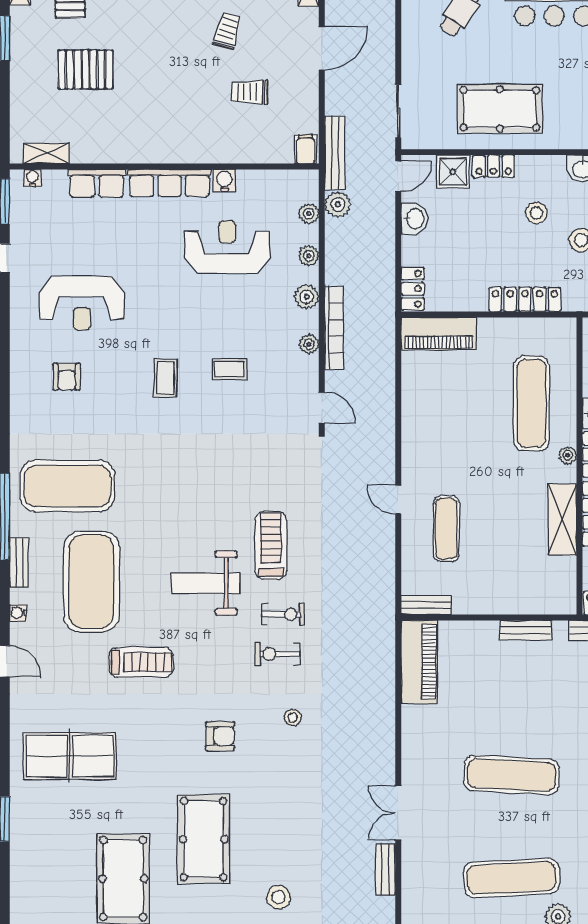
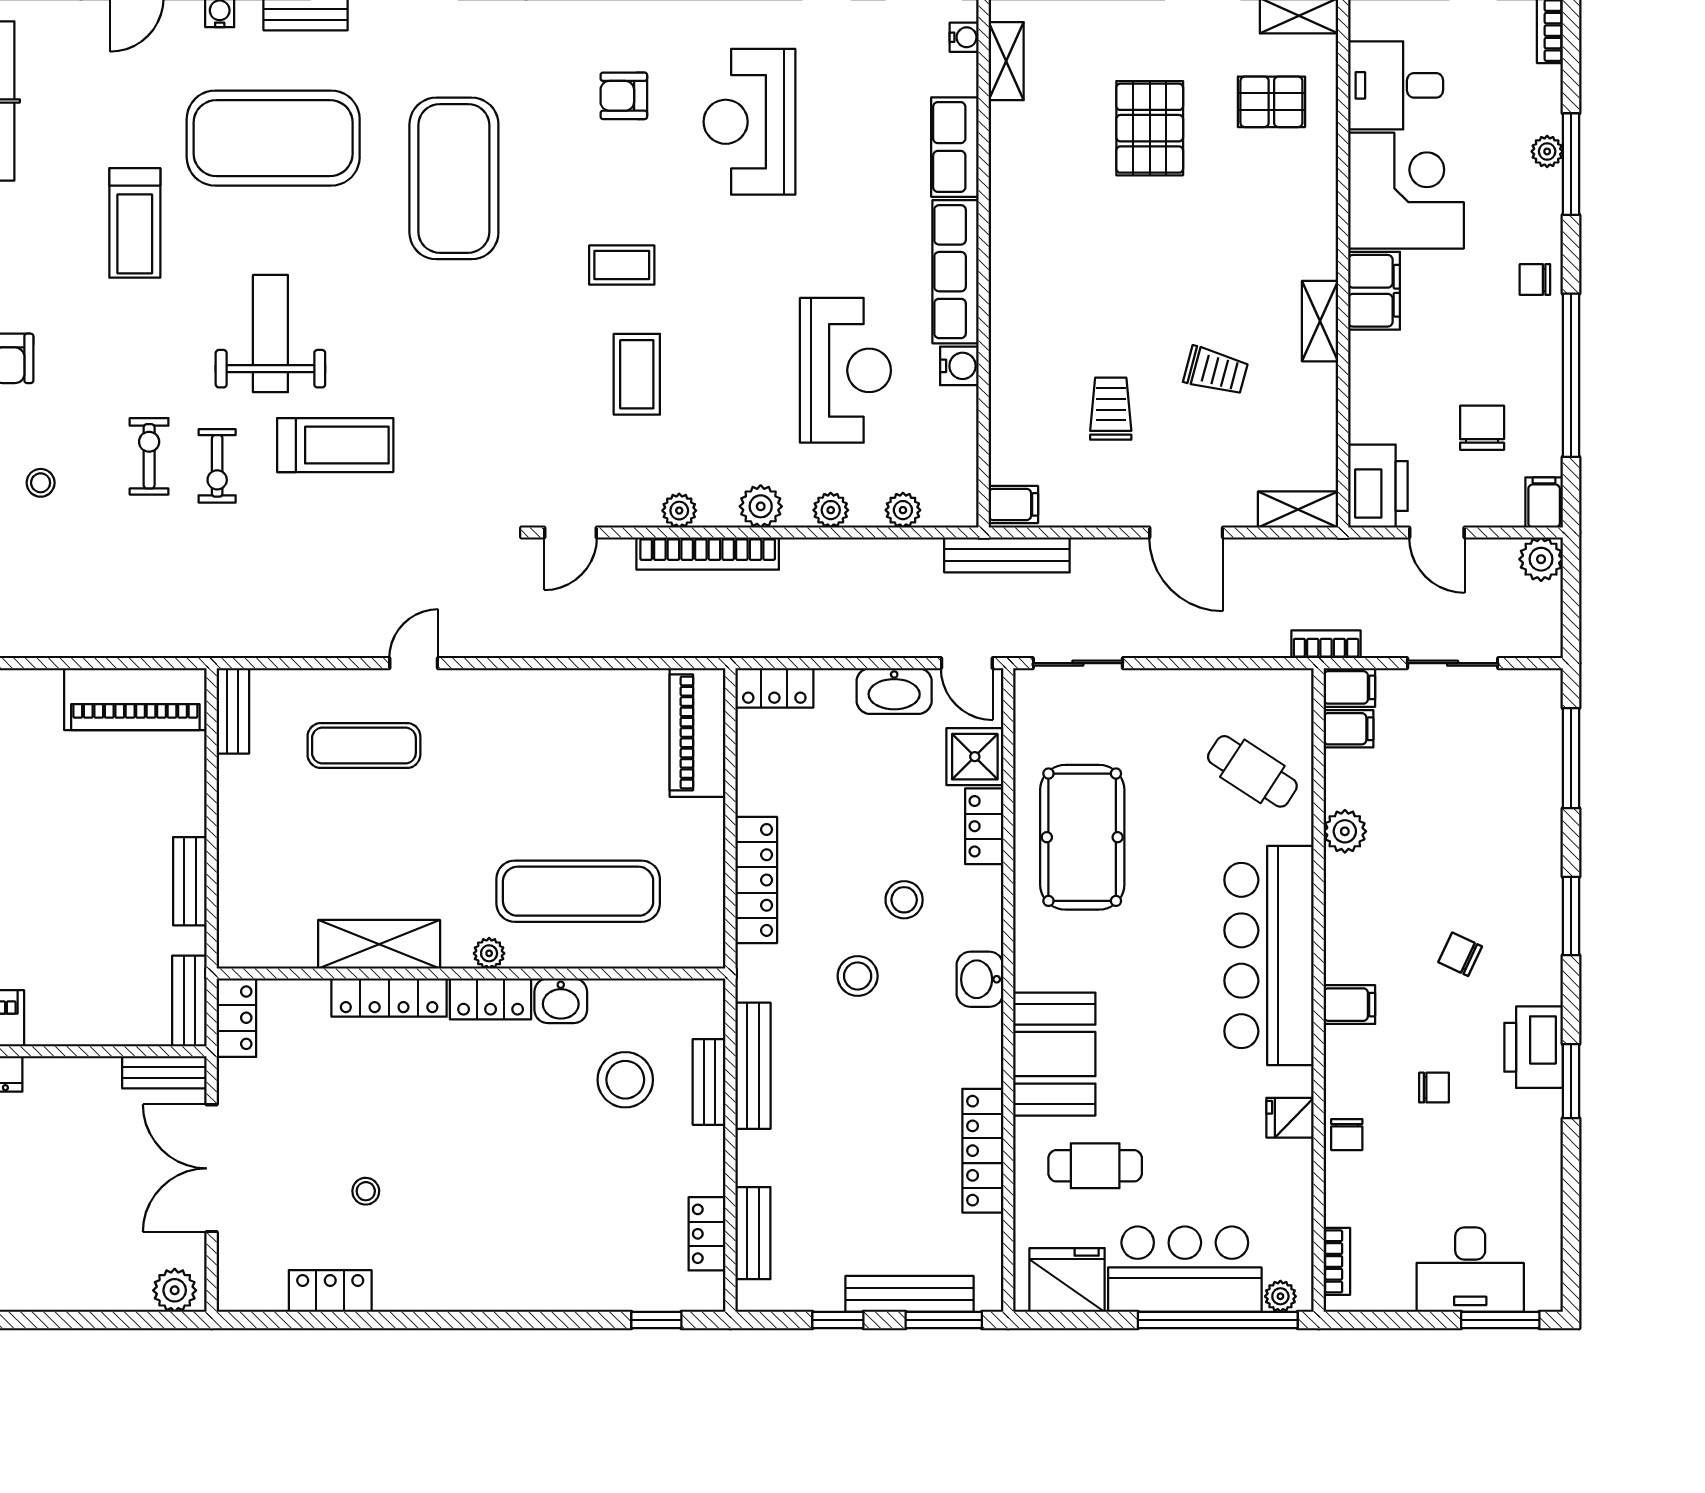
plant: (338, 204) -> (919, 560), removed
washbasin: (414, 219) -> (894, 691), width x1.38
coffee table: (229, 369) -> (637, 374), width x1.36, depth x1.30
exercise mat: (67, 486) -> (454, 178), moved

